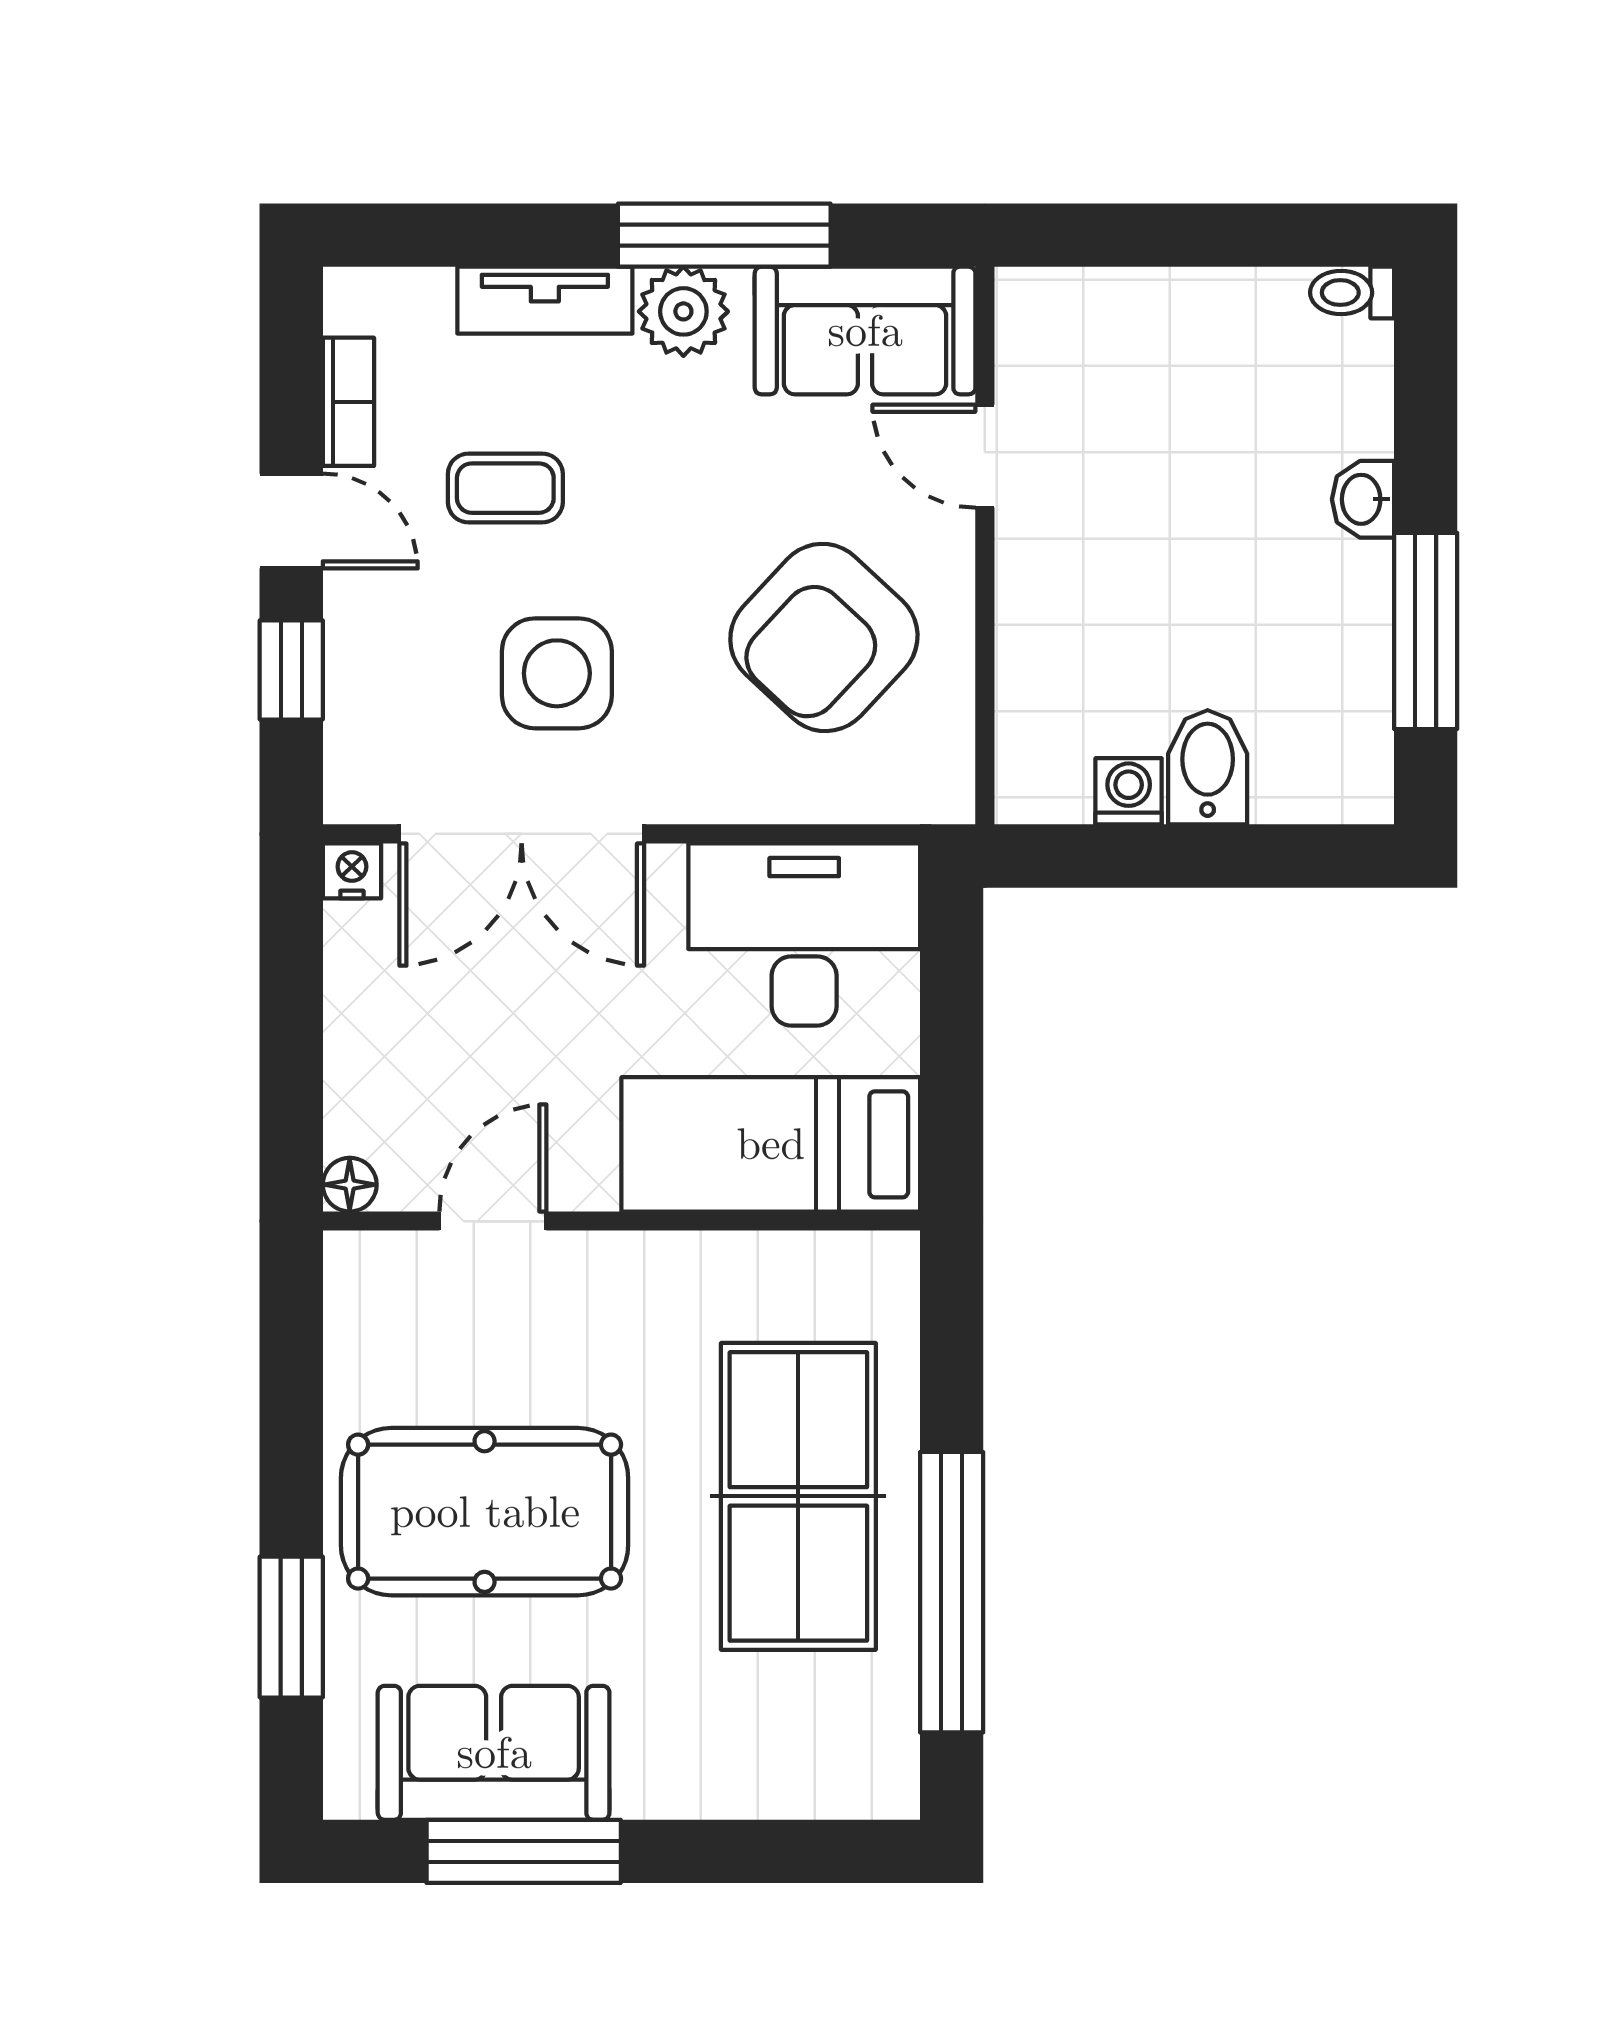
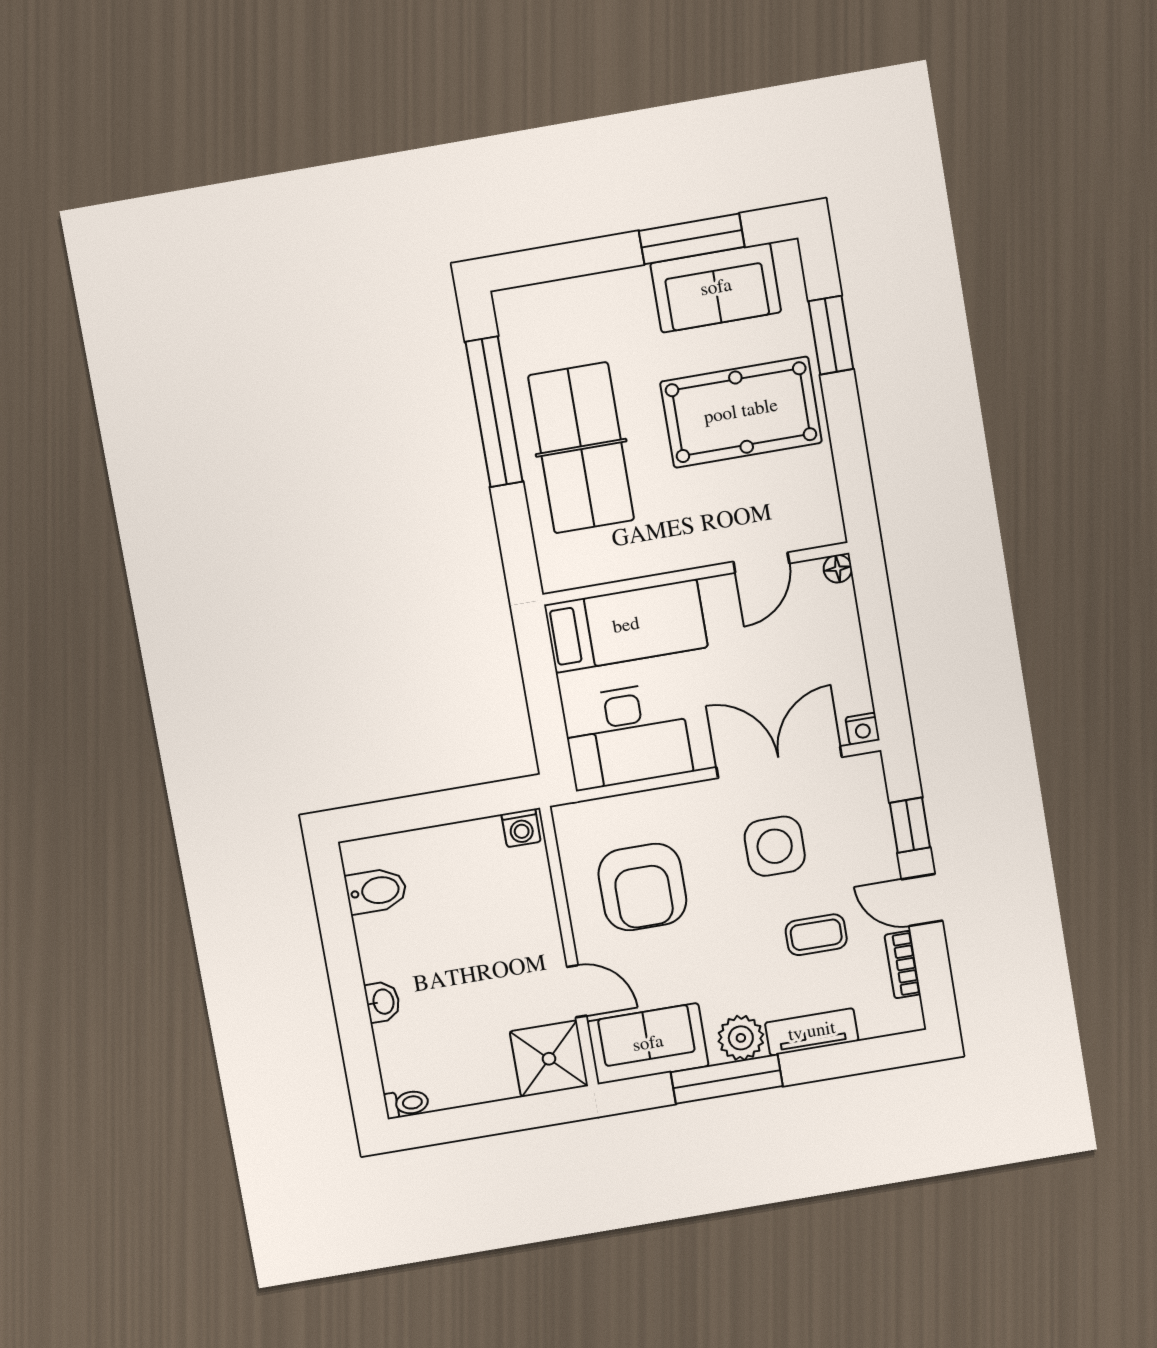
shower: (1061, 333) -> (549, 1059), added
window: (1426, 631) -> (339, 941), removed
armchair: (824, 637) -> (642, 887), turned 137
bidet: (1208, 767) -> (376, 891), moved, turned -90
washing machine: (1129, 791) -> (521, 828), moved

